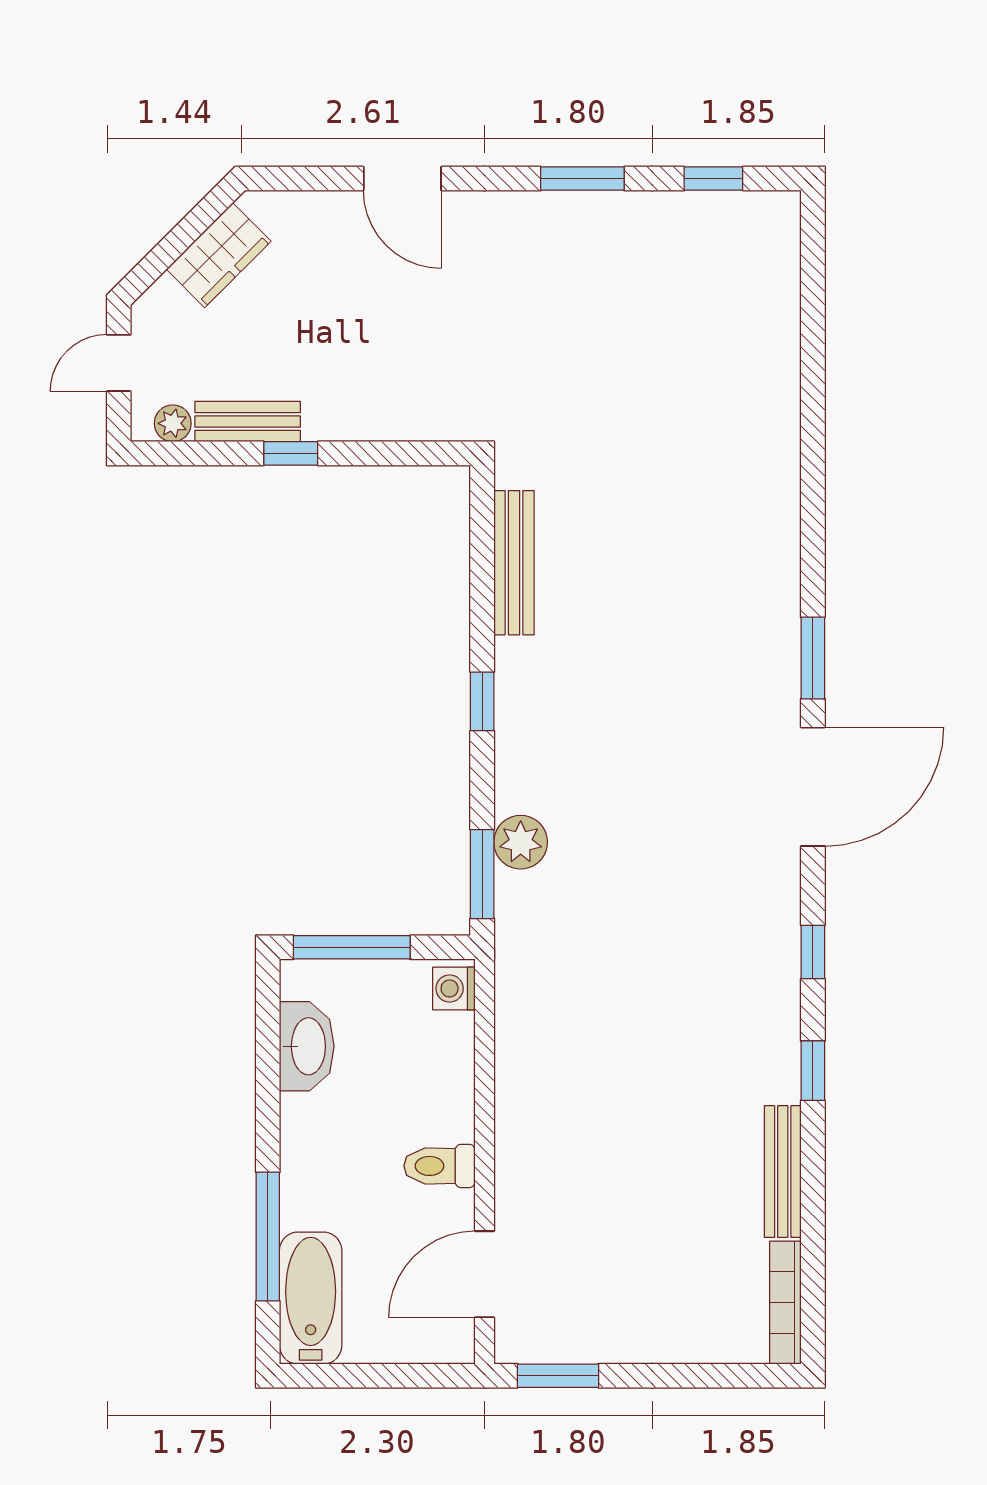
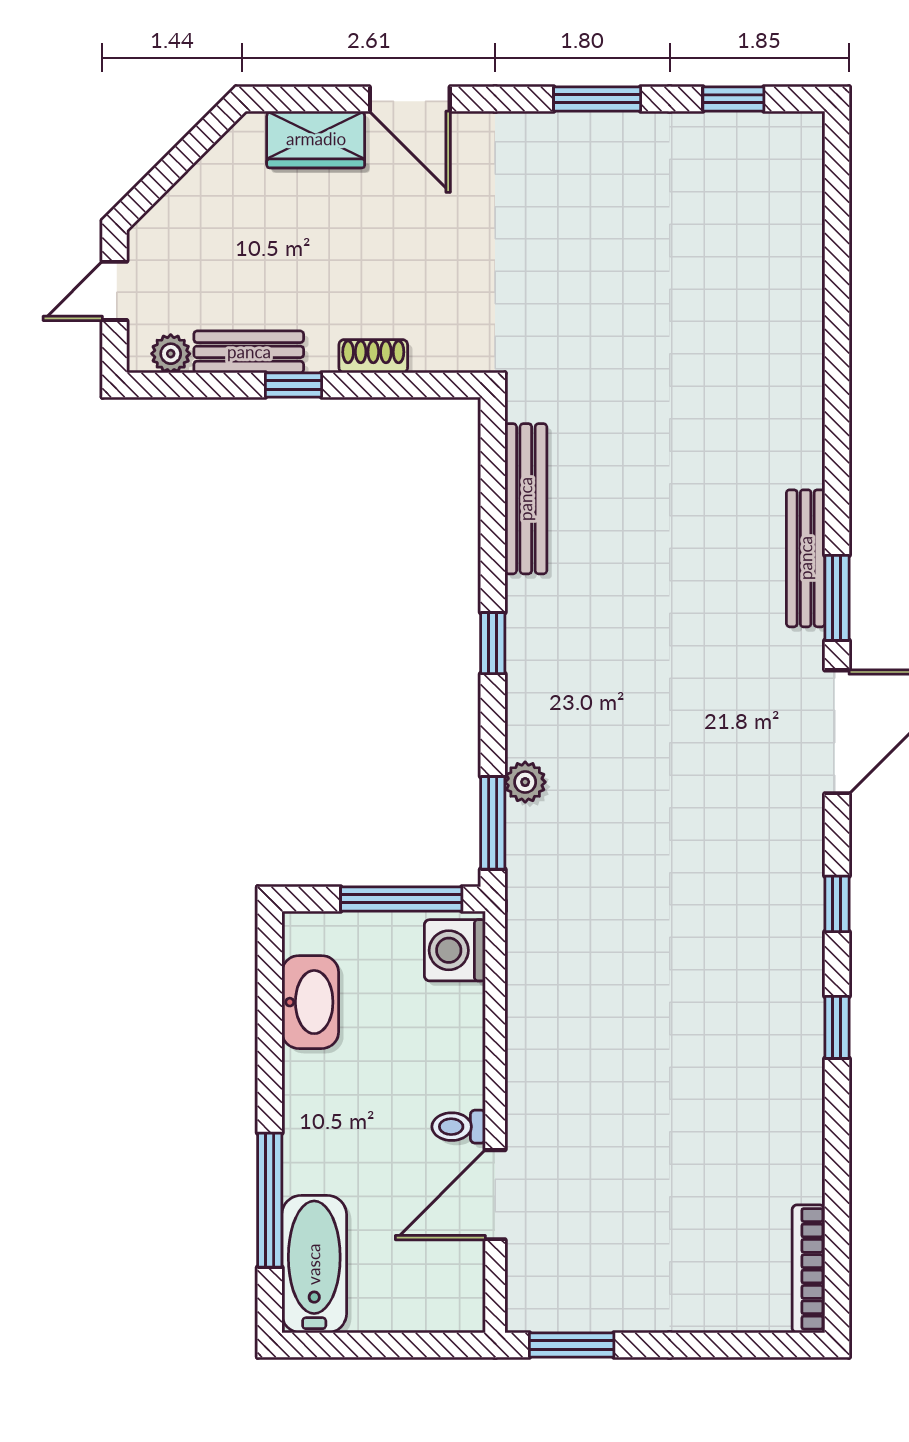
wardrobe: (219, 255) -> (316, 139), moved, turned 45
shoe rack: (367, 426) -> (373, 356), added
plant: (521, 842) -> (525, 782), width x0.73, depth x0.73
window: (352, 947) -> (401, 899), moved
washing machine: (454, 988) -> (455, 950), width x1.38, depth x1.38
toilet: (439, 1166) -> (459, 1127), width x0.73, depth x0.72
bench: (783, 1172) -> (806, 558), moved
door: (484, 1274) -> (495, 1195), moved

